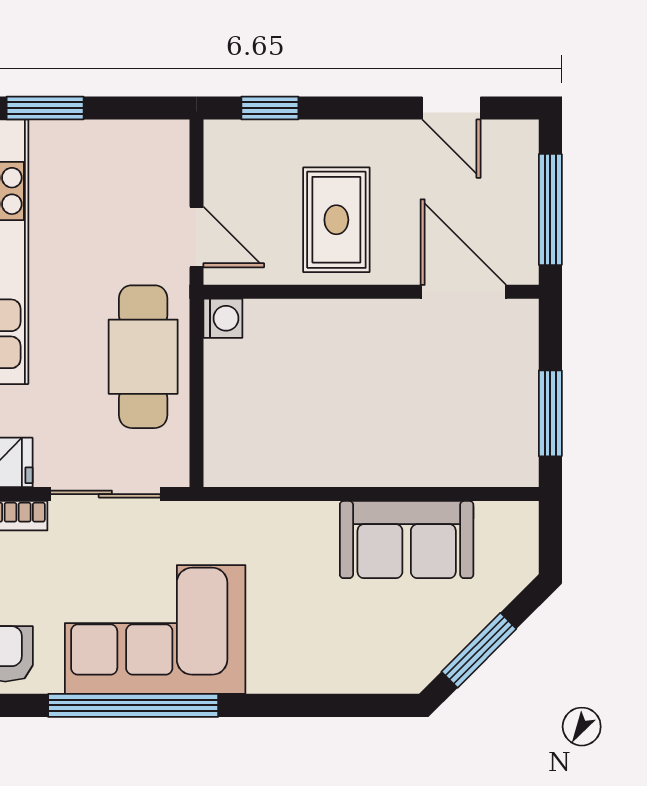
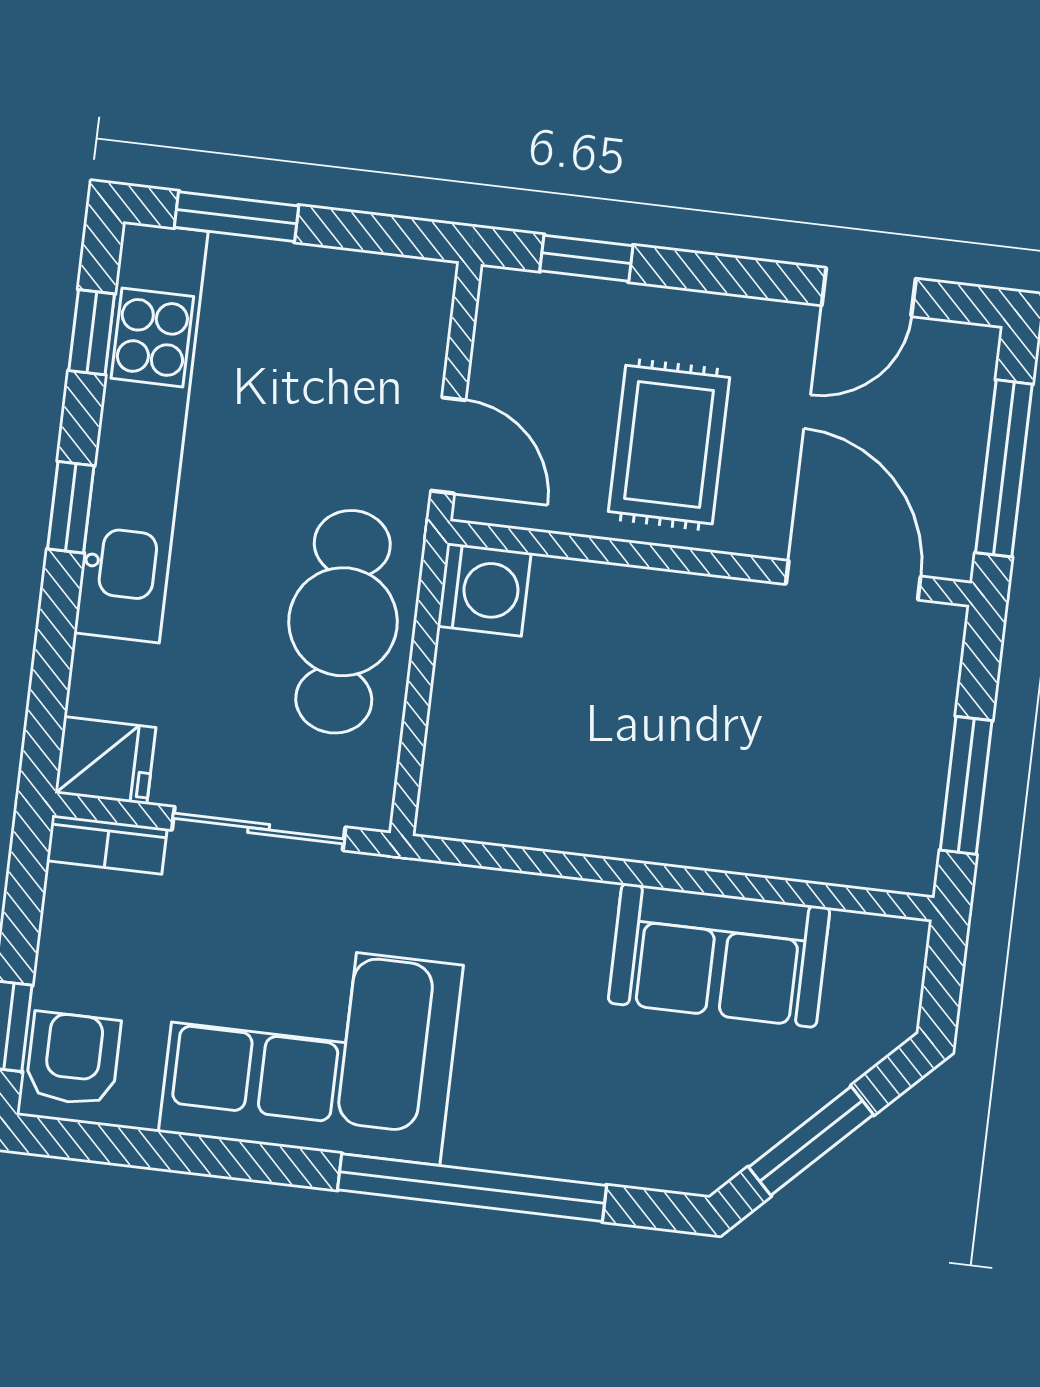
door: (451, 108) -> (869, 292), hinge flipped
washing machine: (223, 318) -> (484, 590), width x1.38, depth x1.38
window: (133, 705) -> (472, 1188), moved

